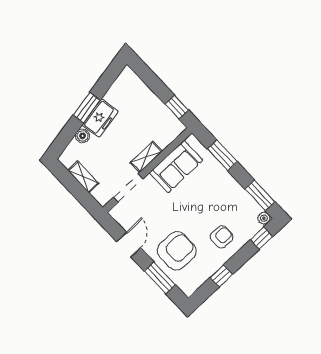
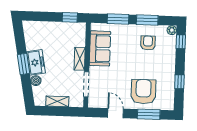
window: (260, 195) -> (147, 20), moved
armchair: (222, 237) -> (148, 43), moved

